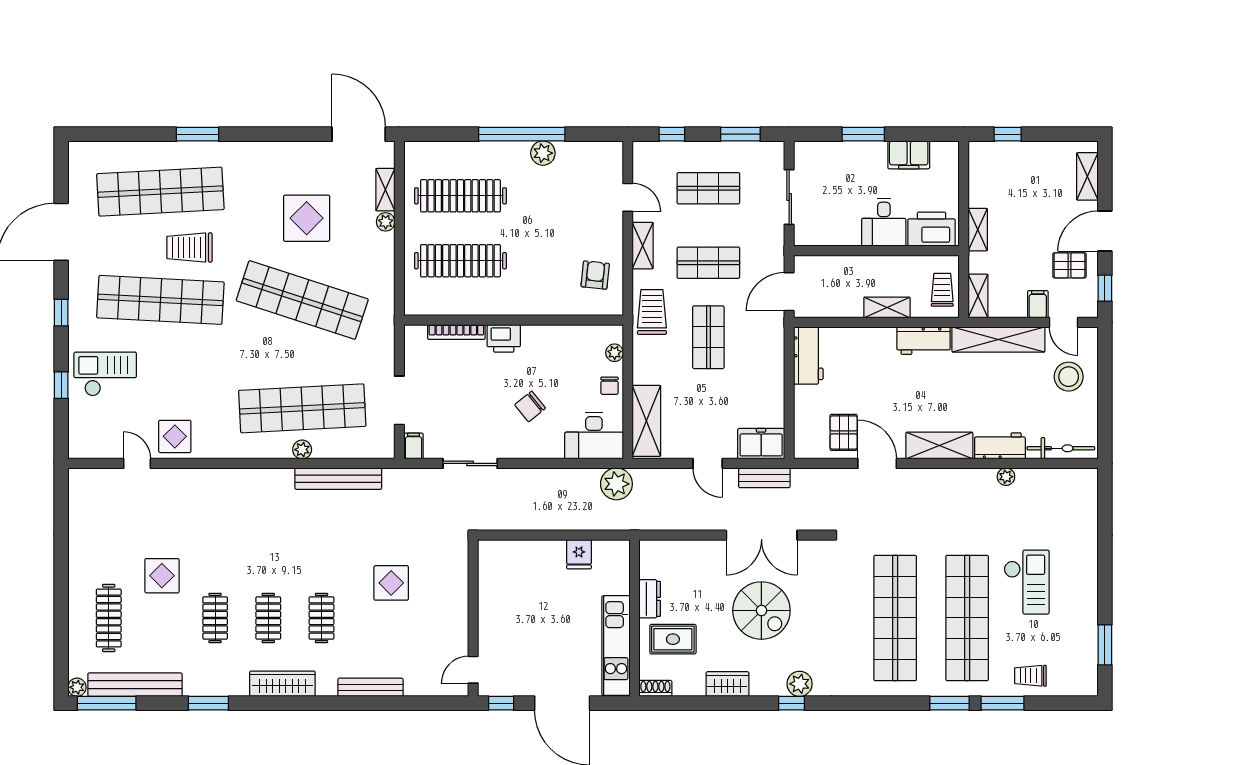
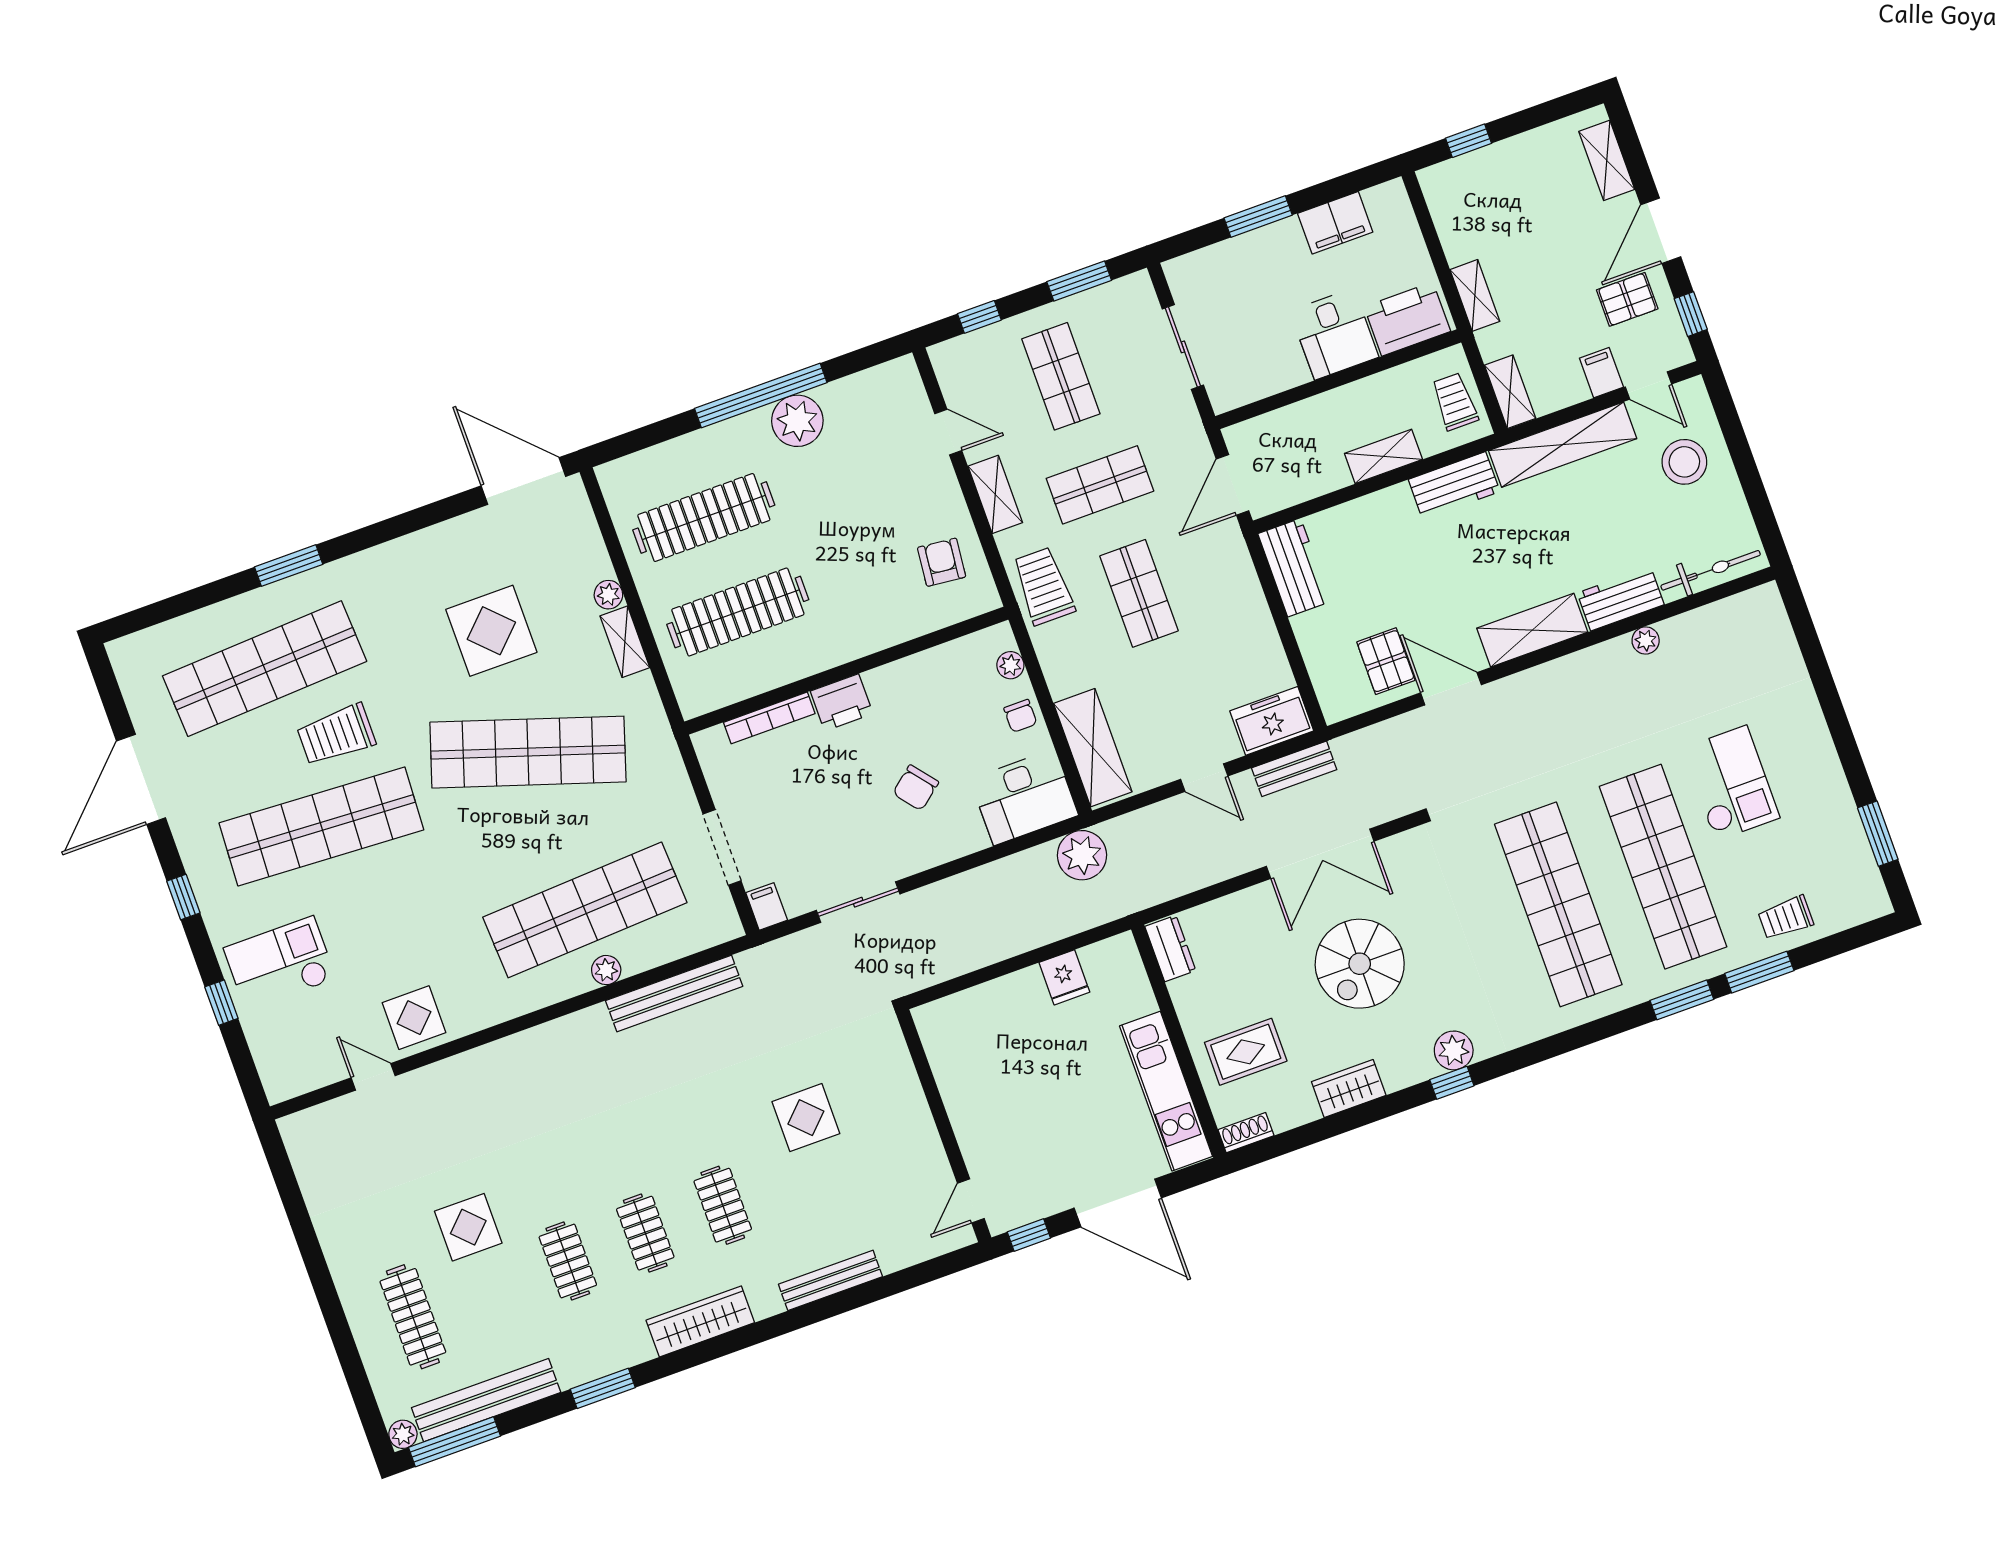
plant: (543, 153) -> (797, 421), width x1.36, depth x1.36
shop shelf: (708, 188) -> (1061, 376), turned 90
shelving: (385, 190) -> (625, 642), moved
dresser: (650, 599) -> (1170, 948), moved
spiral stairs: (761, 611) -> (1360, 964), turned 90

